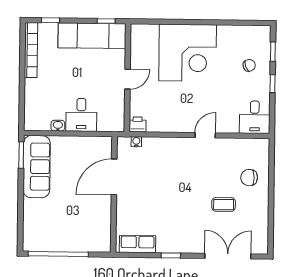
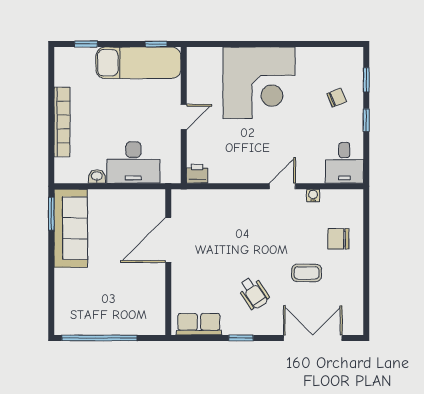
bookcase: (31, 50) -> (62, 122), moved
desk: (81, 115) -> (133, 162), width x1.37
water cooler: (136, 142) -> (313, 195), moved
wheelchair: (181, 220) -> (254, 293), added

